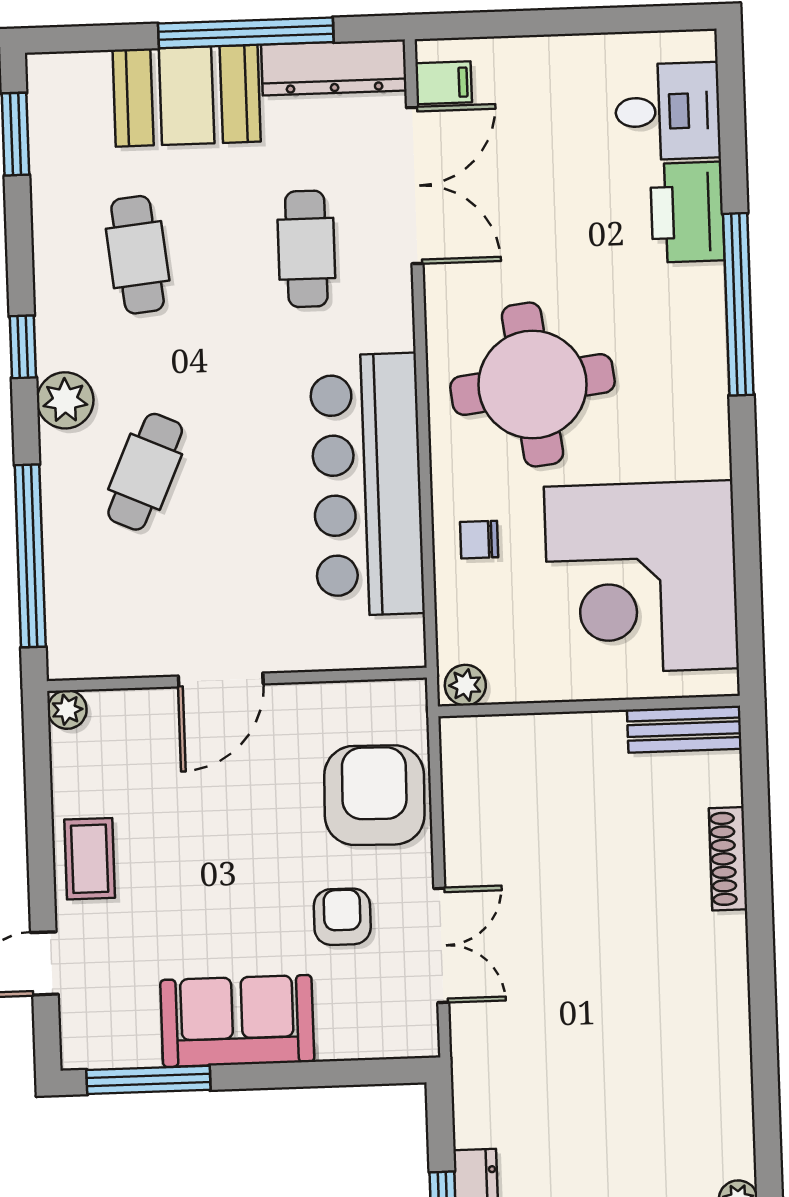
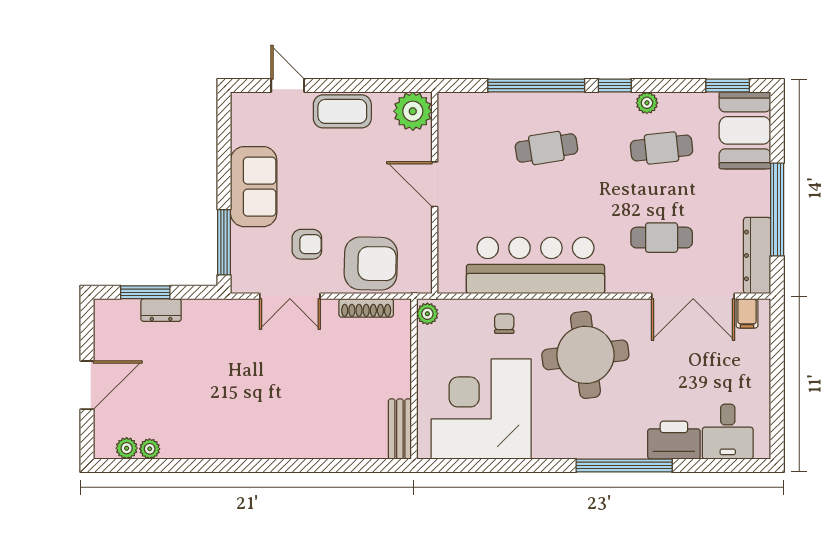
booth: (187, 96) -> (745, 130), moved
plant: (65, 400) -> (647, 103), moved, width x0.73, depth x0.73
cafe table: (145, 472) -> (546, 148), turned -33
window: (30, 556) -> (536, 85), moved
plant: (67, 710) -> (413, 111), width x1.88, depth x1.88
coffee table: (90, 859) -> (342, 111), width x1.36, depth x1.30
shoe rack: (728, 859) -> (366, 308), moved, turned 180
window: (148, 1080) -> (224, 242), moved

